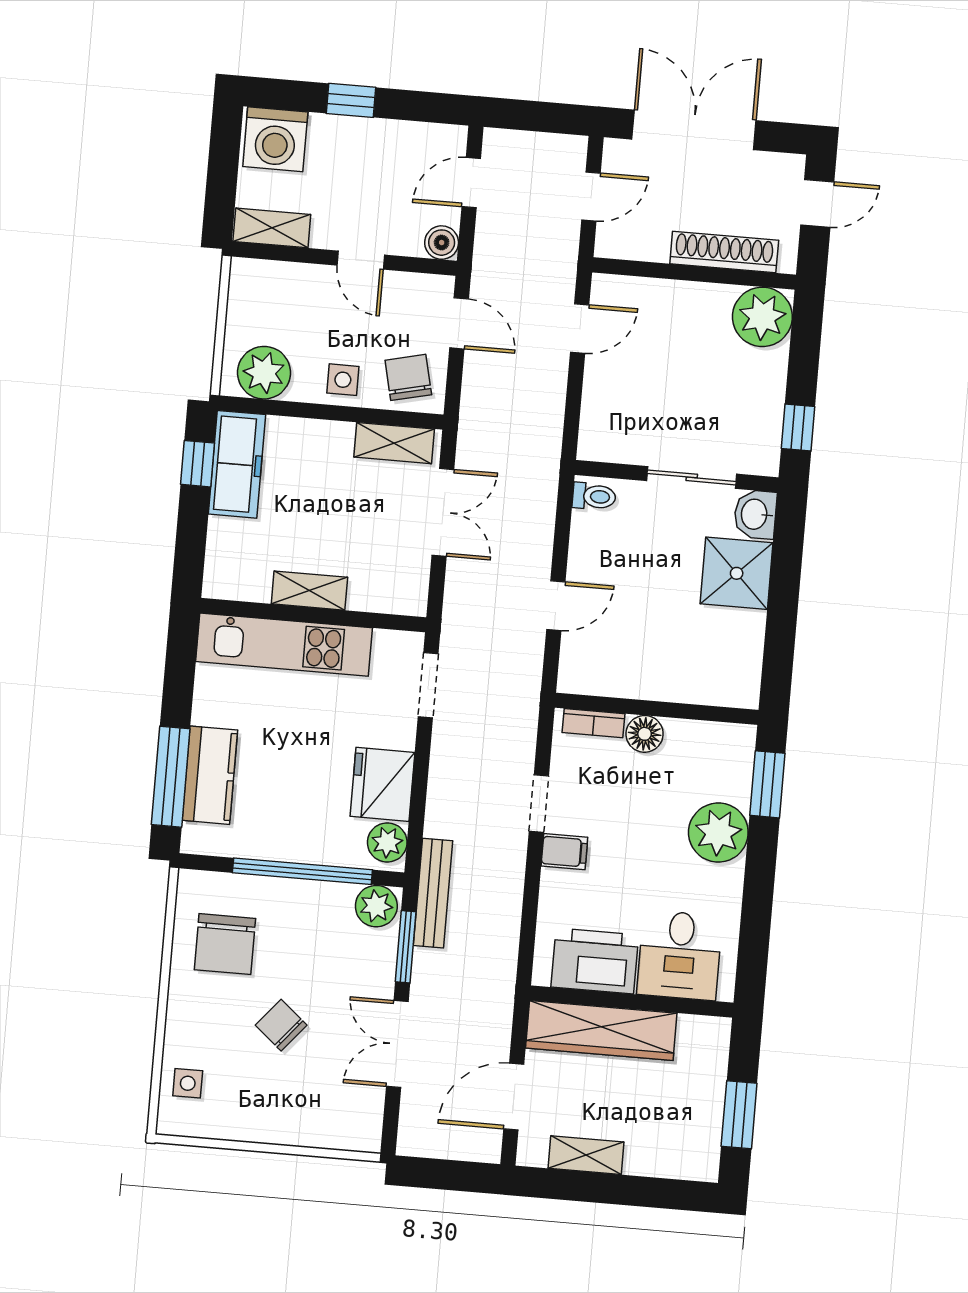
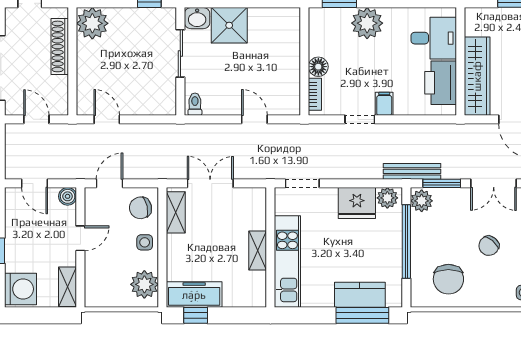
chair: (225, 944) -> (448, 279), turned 90

